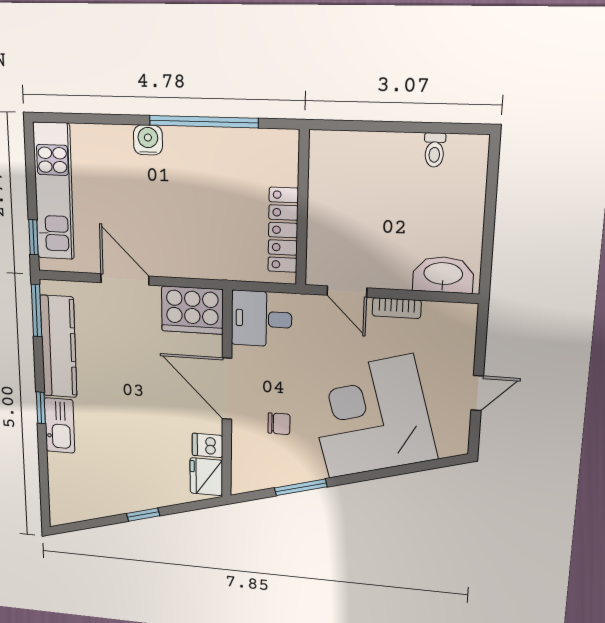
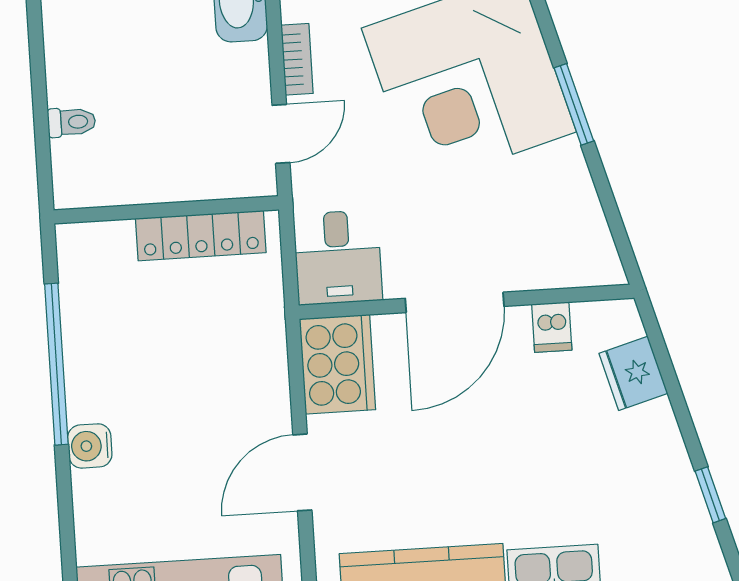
toilet: (435, 150) -> (71, 122), moved
chair: (279, 424) -> (500, 217), removed
fridge: (206, 477) -> (633, 373), moved, turned 74
window: (301, 487) -> (574, 104), moved
window: (143, 515) -> (710, 495), moved

